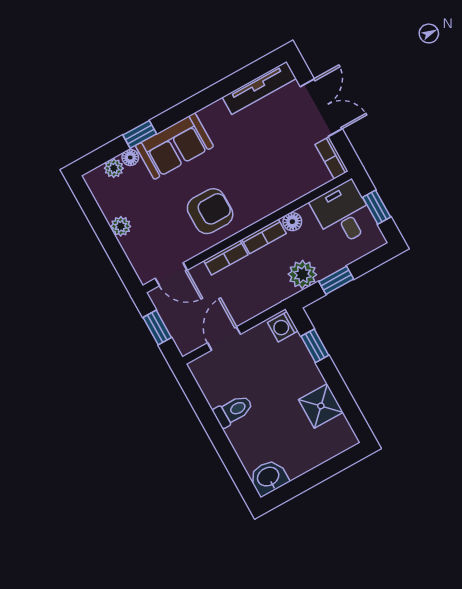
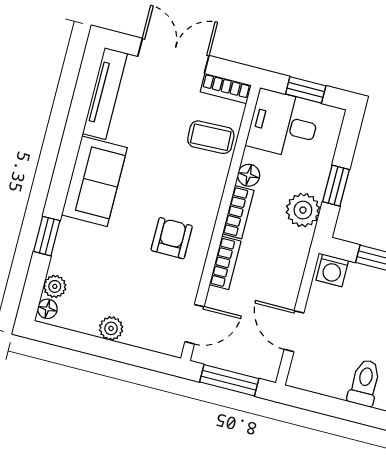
sofa: (174, 146) -> (94, 181), moved
floor lamp: (130, 157) -> (47, 309), moved
coffee table: (294, 177) -> (211, 137), added
armchair: (210, 211) -> (172, 238), width x0.72, depth x0.72
window: (157, 328) -> (229, 380), width x1.50

